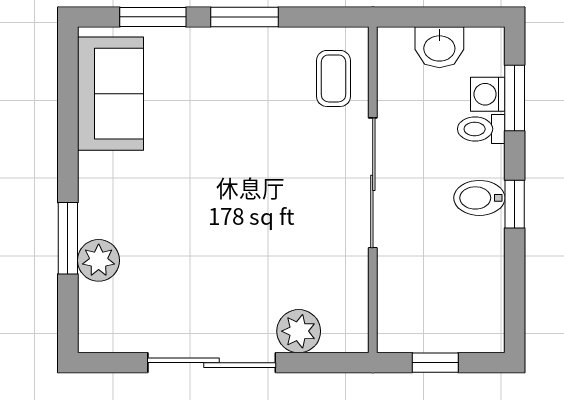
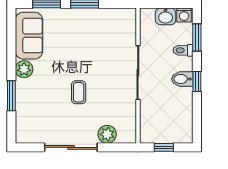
coffee table: (334, 78) -> (79, 92), moved
washing machine: (488, 94) -> (184, 15), moved, turned -90
plant: (99, 260) -> (24, 69), moved

